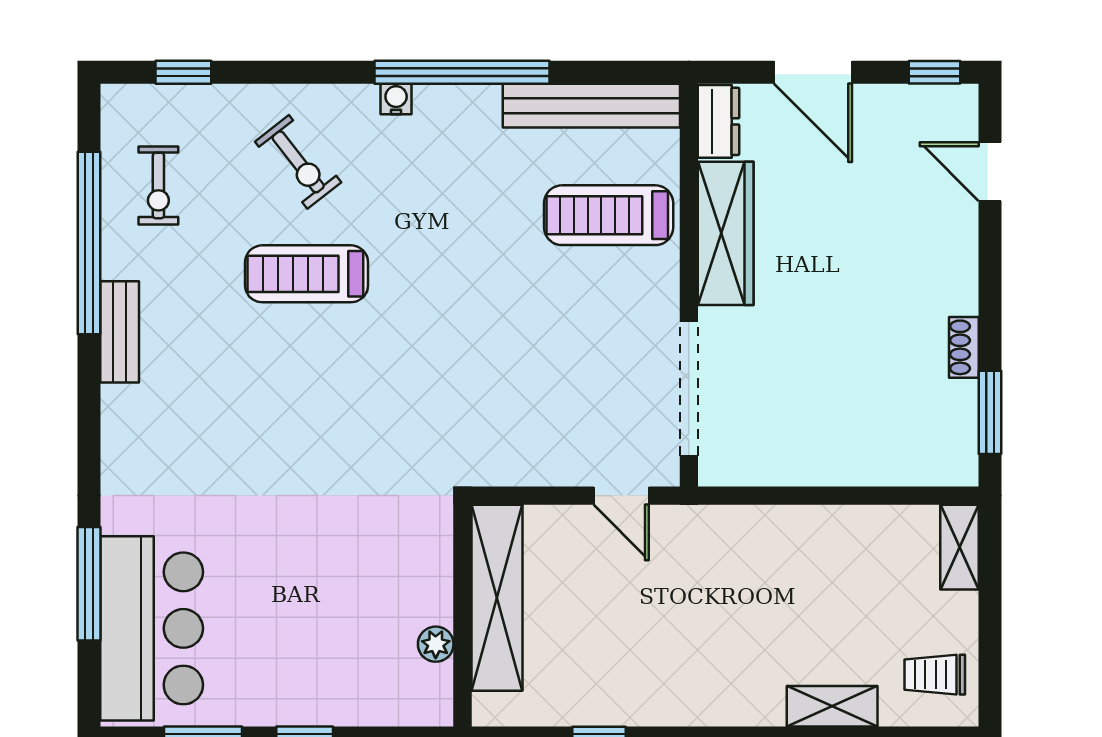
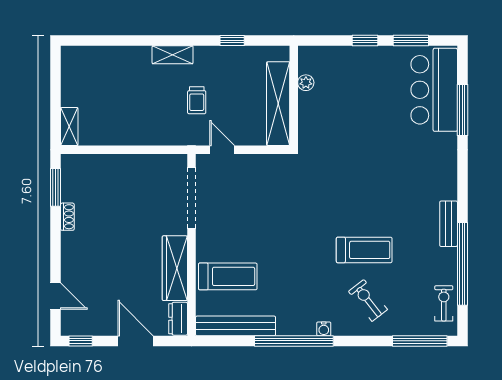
window: (183, 72) -> (420, 341), width x2.17
exercise bike: (158, 185) -> (444, 303), moved
trolley: (935, 675) -> (197, 100), moved, turned 90
shelving: (832, 706) -> (173, 55), moved

